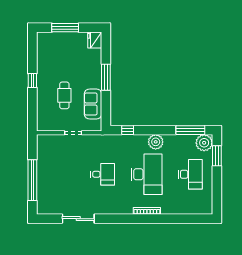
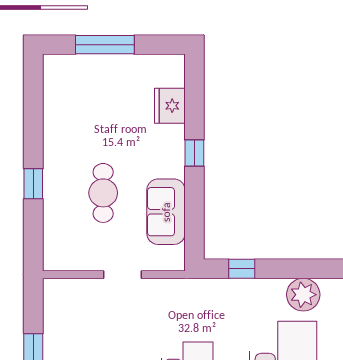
fridge: (95, 40) -> (170, 106), moved
window: (106, 77) -> (194, 153), width x0.46
window: (32, 81) -> (33, 184), moved

